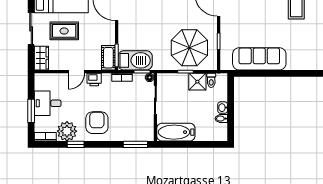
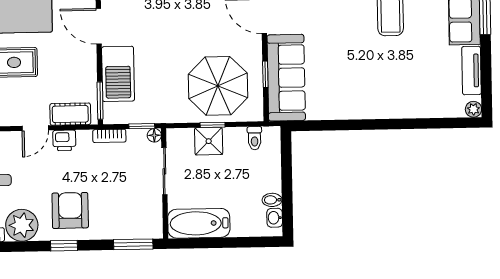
cot: (108, 58) -> (70, 114), moved, turned 90
sofa: (259, 59) -> (286, 78), moved, turned 90
barbecue: (135, 60) -> (118, 74), moved, turned 90
shower: (197, 82) -> (209, 141), moved
washbasin: (223, 108) -> (275, 218), moved
window: (76, 144) -> (64, 246), moved

